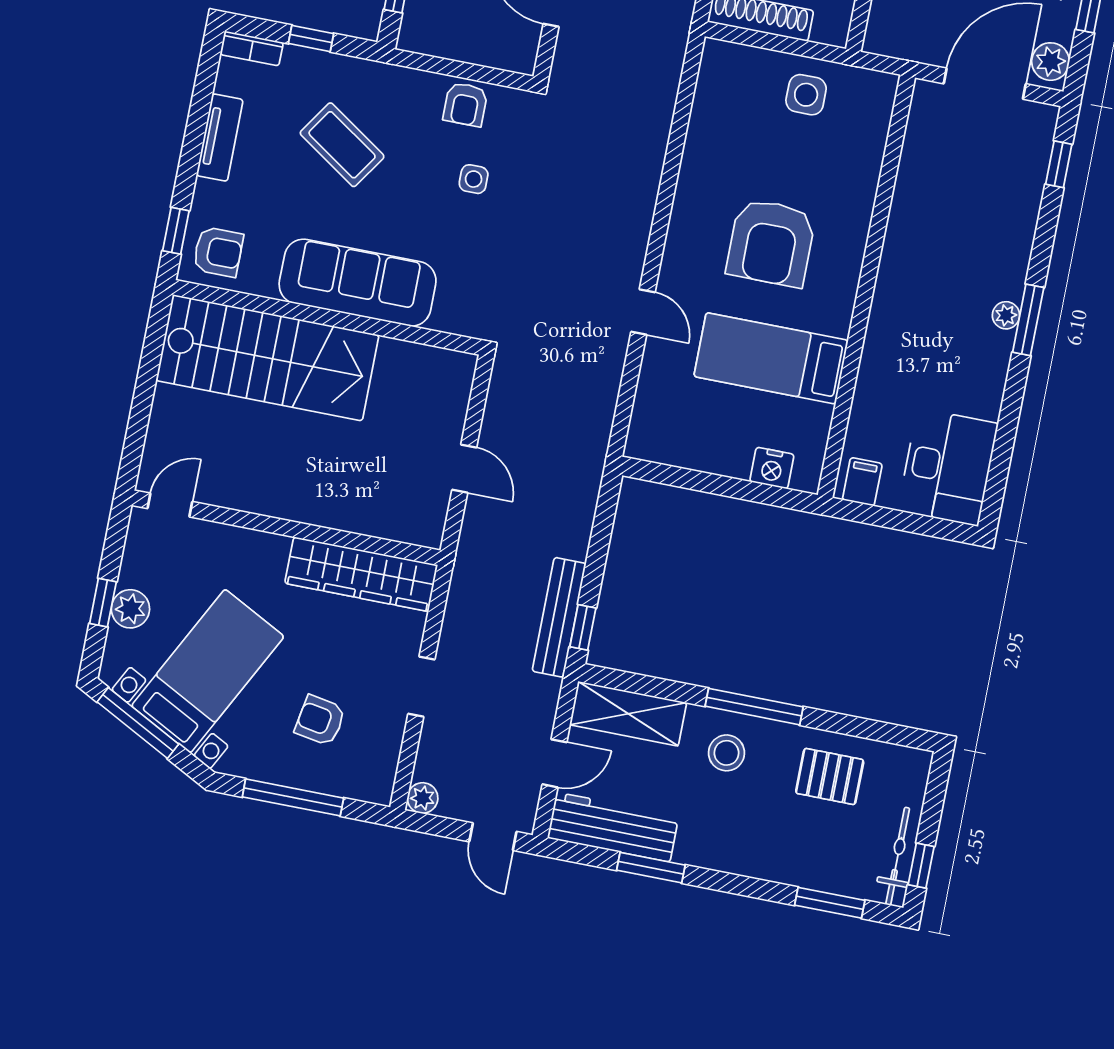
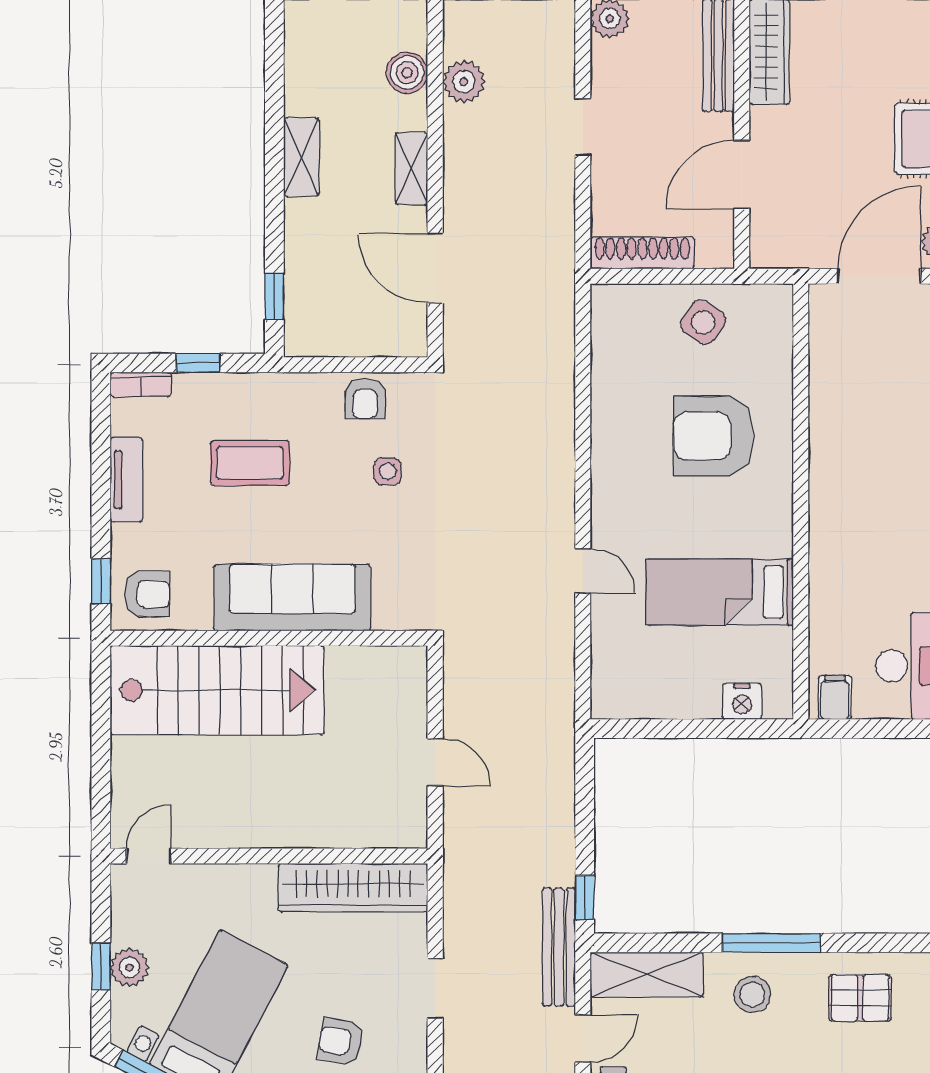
side table: (806, 95) -> (703, 322), turned 35
coffee table: (342, 145) -> (250, 463), turned -34
armchair: (771, 243) -> (713, 436), moved, turned 90
bench: (559, 617) -> (559, 947), moved

